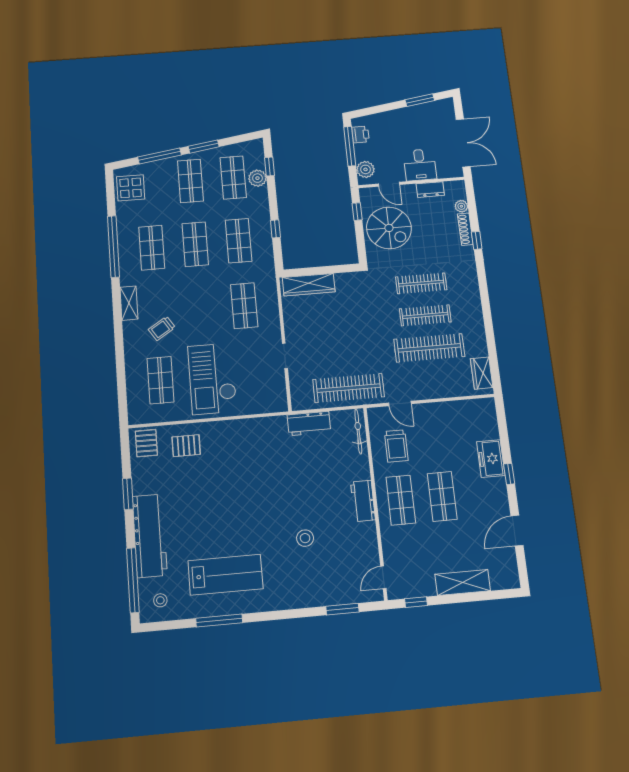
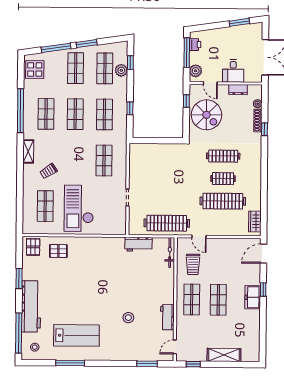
wardrobe: (309, 285) -> (148, 150), removed
clothes rail: (425, 315) -> (223, 179), width x0.73
freezer: (491, 459) -> (253, 297), moved
workbench: (363, 501) -> (167, 317), moved
door: (517, 531) -> (263, 254), moved

